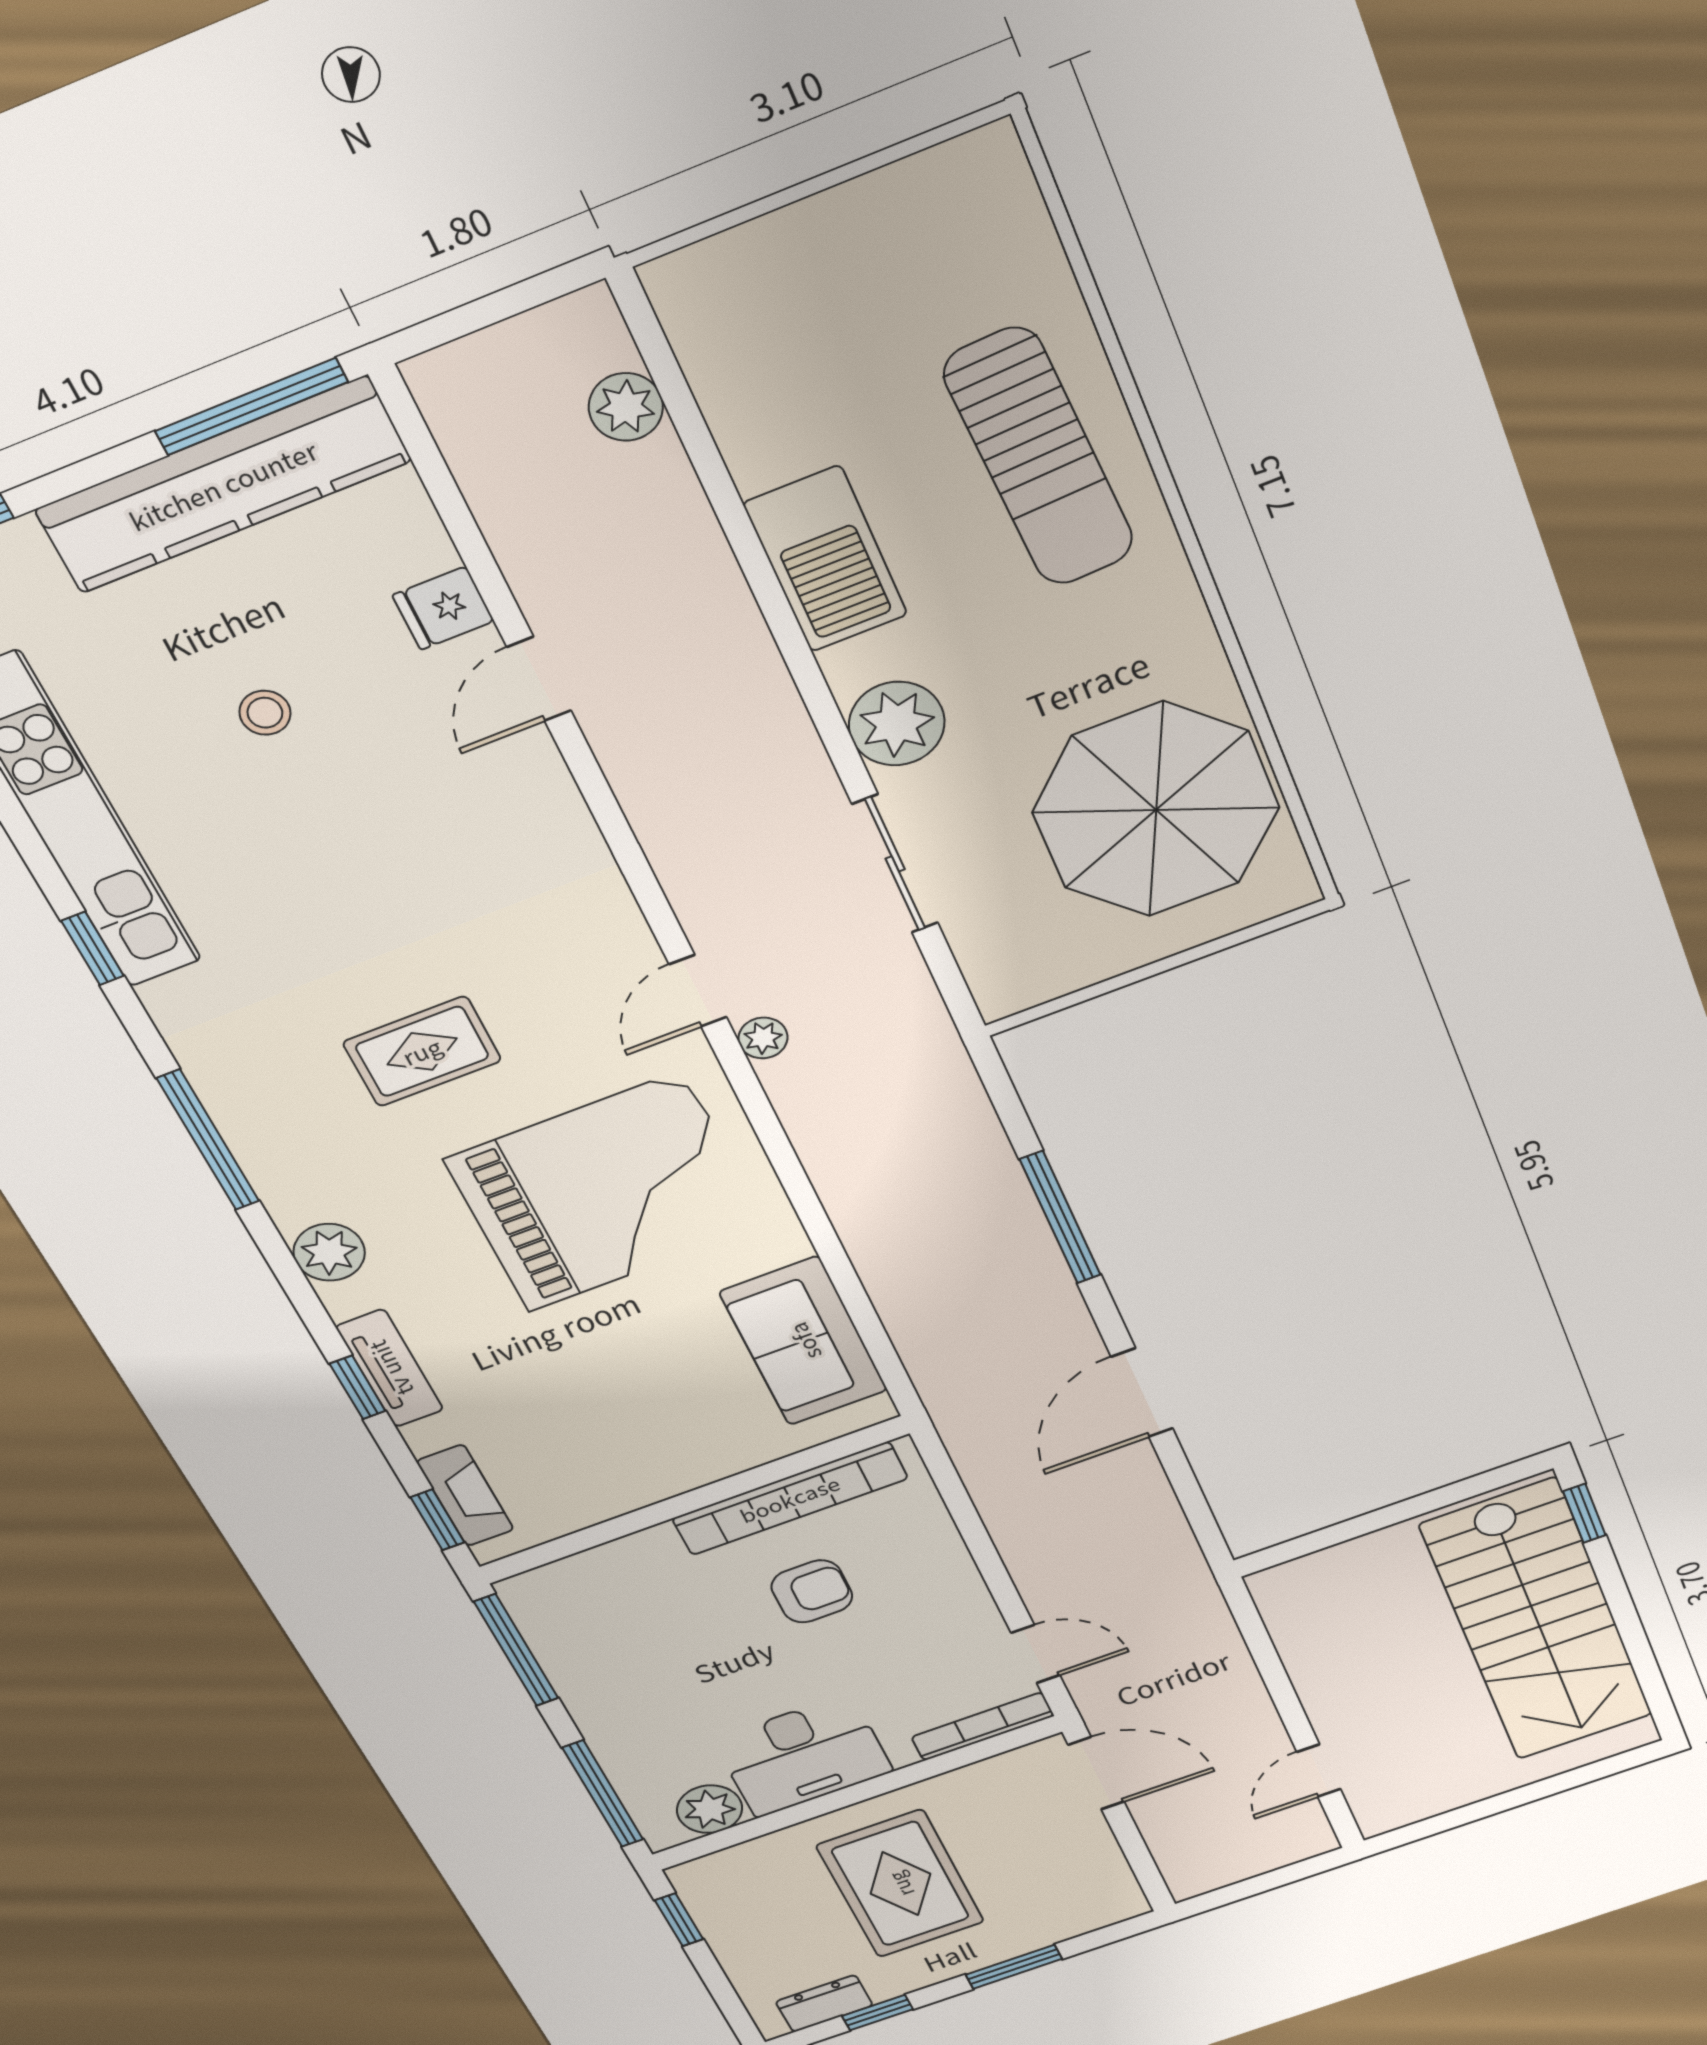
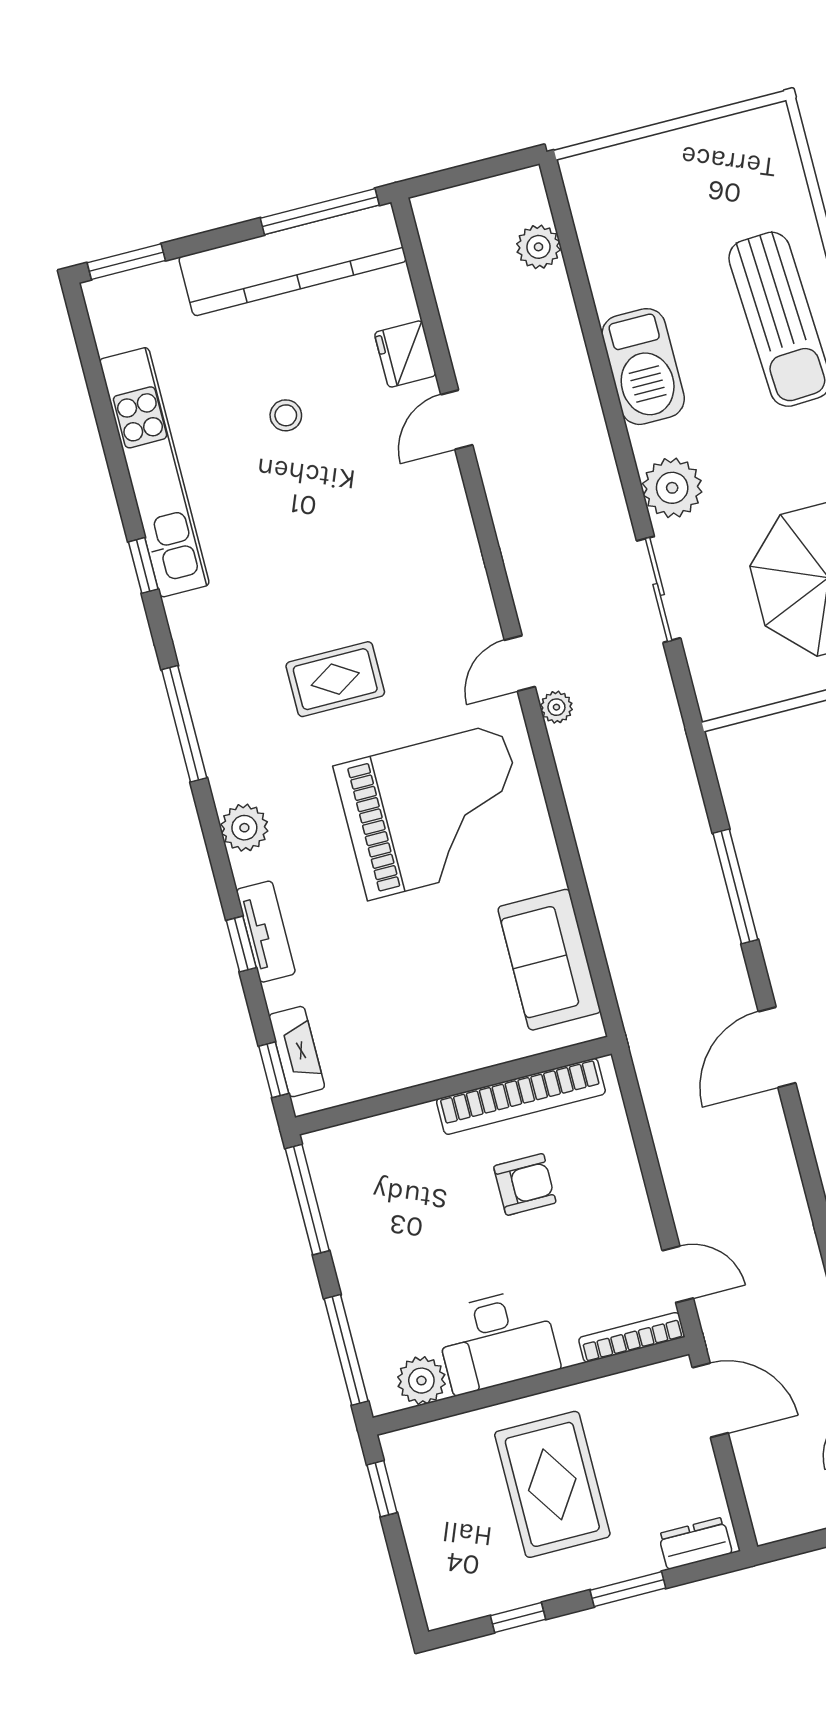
fridge: (443, 608) -> (405, 354), width x1.38
dresser: (824, 2004) -> (695, 1543), moved

